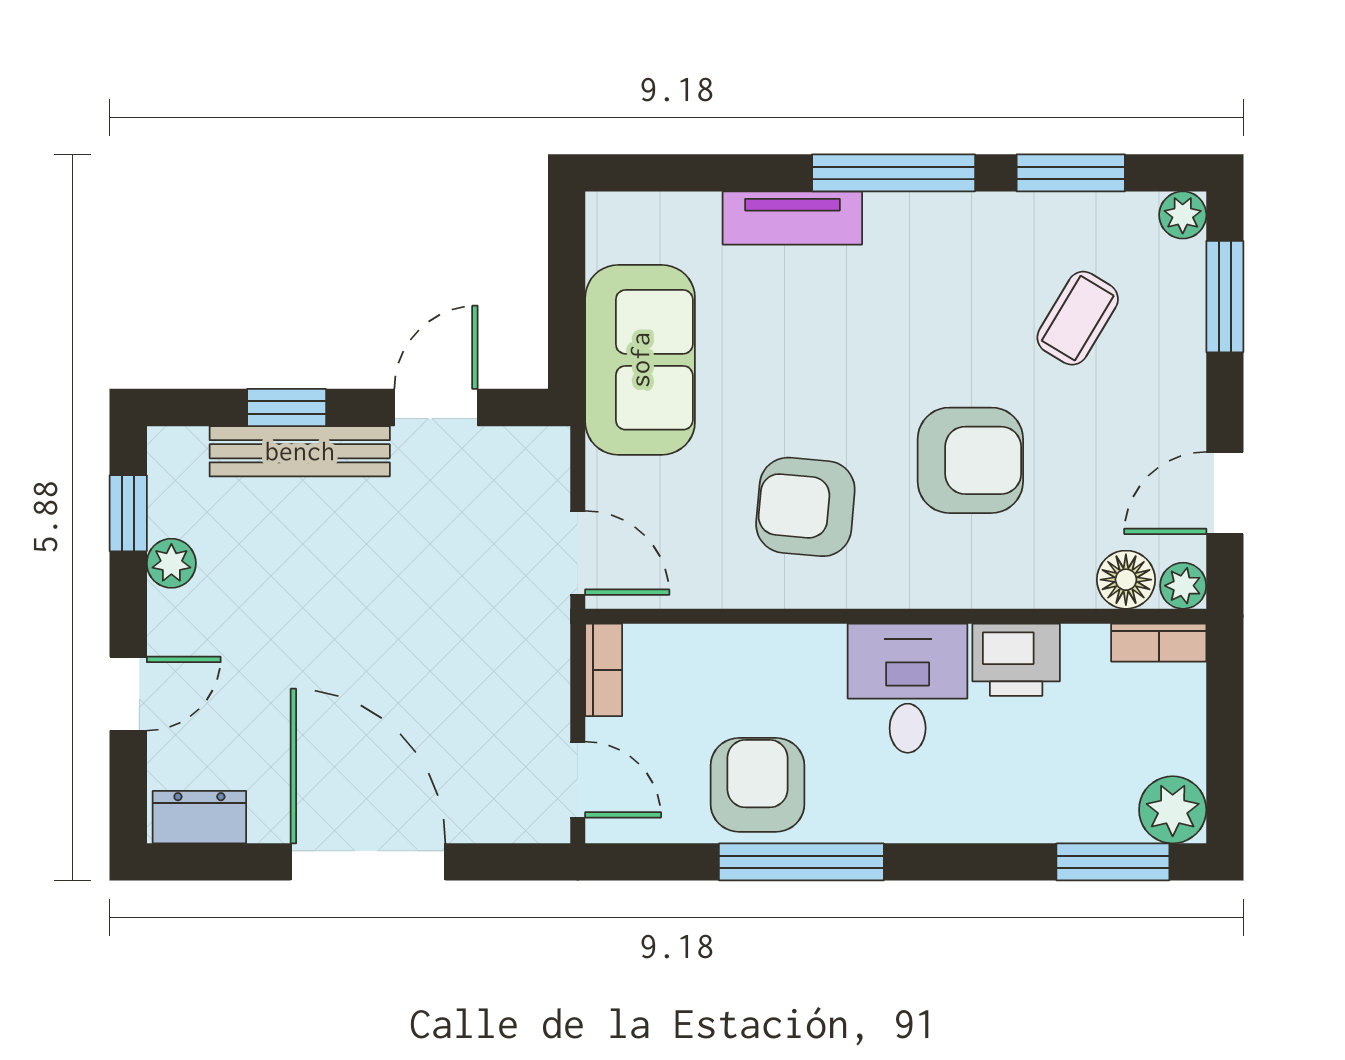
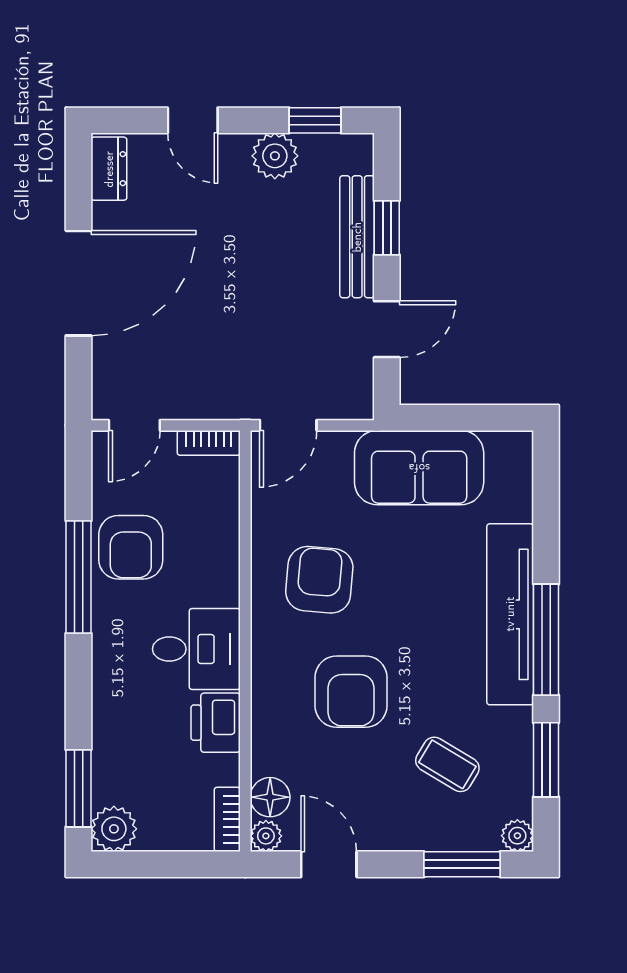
tv unit: (792, 218) -> (510, 614), width x1.92, depth x1.29
door: (436, 407) -> (387, 329), hinge flipped
plant: (171, 563) -> (275, 156), width x1.38, depth x1.38
armchair: (758, 785) -> (131, 547), turned 90

